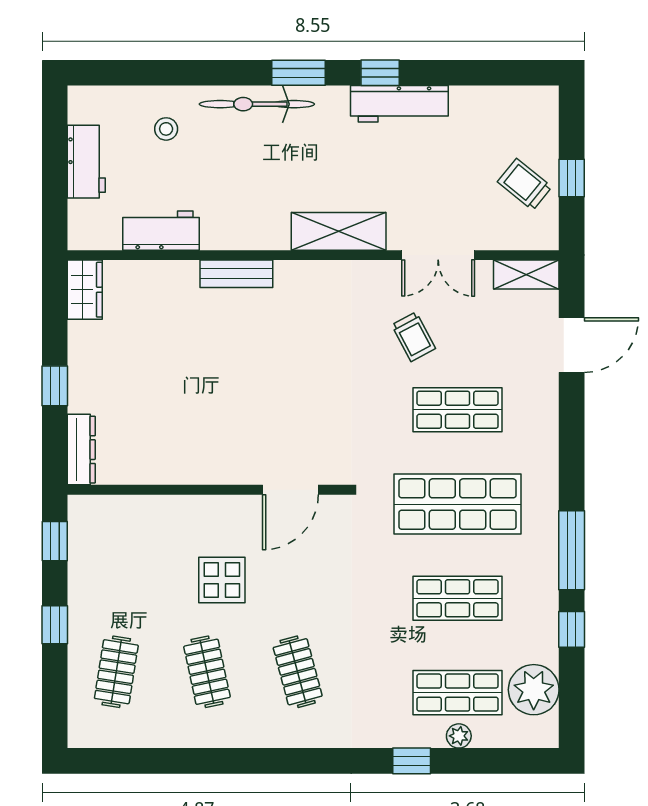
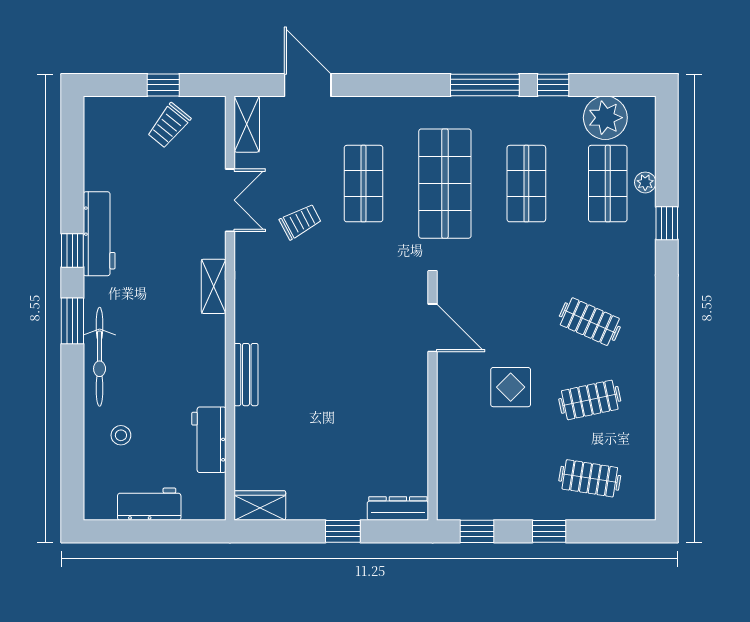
shelving: (339, 231) -> (214, 286), width x0.67, depth x0.75
clothes rail: (298, 672) -> (590, 322), turned 39

